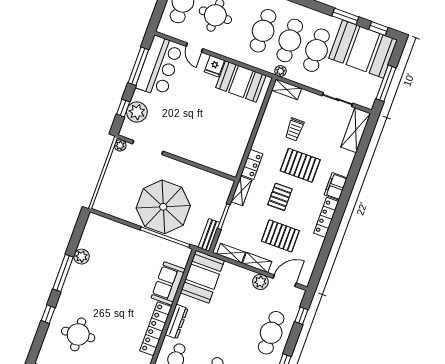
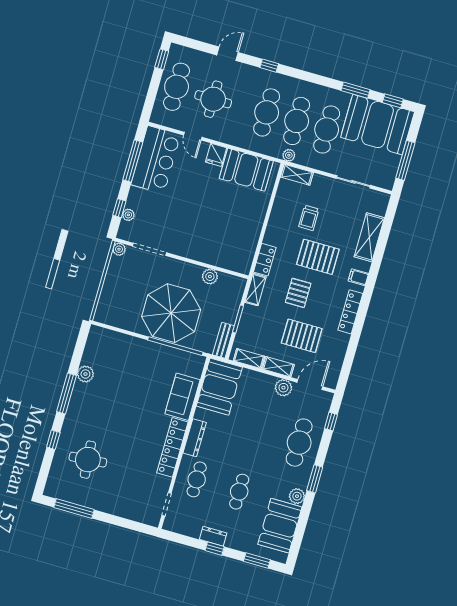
plant: (137, 112) -> (128, 215), width x0.53, depth x0.53
shelving: (356, 130) -> (369, 237), moved
plant: (201, 176) -> (210, 277), added
filing cabinet: (336, 186) -> (358, 277), width x0.50

